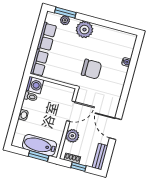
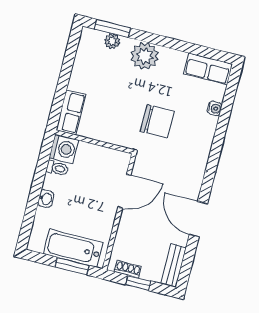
row of seats: (47, 37) -> (208, 69), moved, turned 90
plant: (72, 136) -> (127, 232), removed

